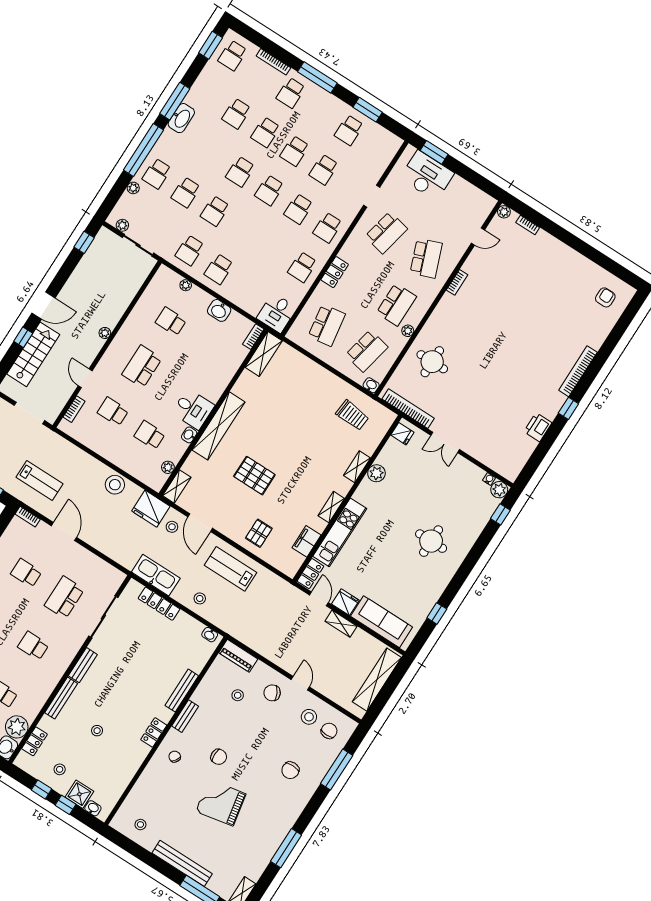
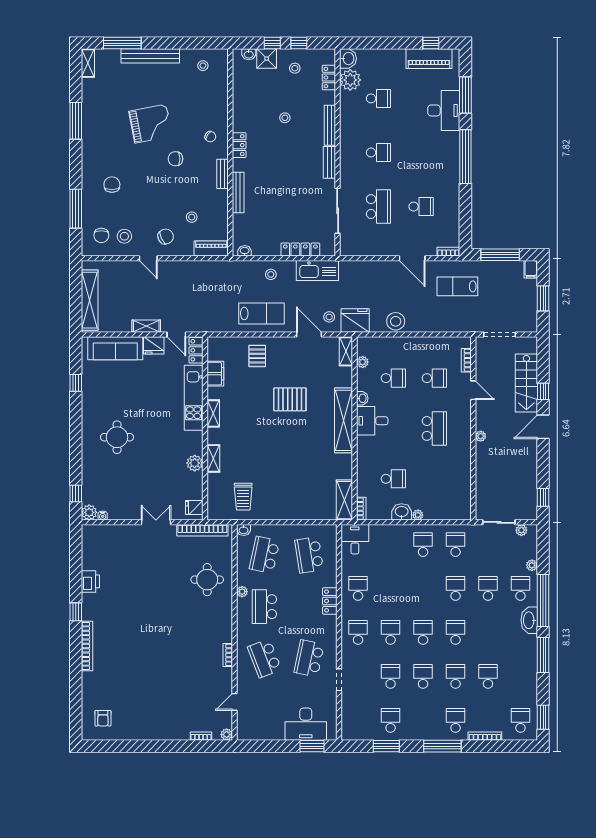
washbasin: (181, 118) -> (529, 620), moved
plant: (186, 285) -> (418, 515), moved
school desk: (171, 321) -> (393, 479), moved
trolley: (352, 415) -> (243, 497), turned -95

